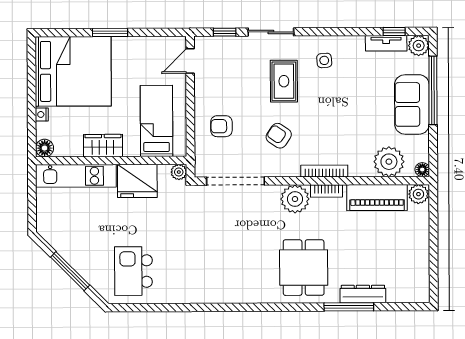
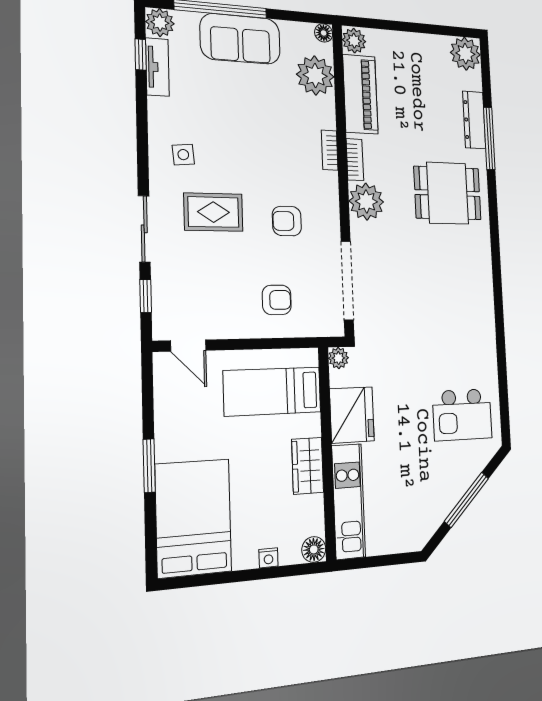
bed: (73, 71) -> (193, 518), width x0.73
armchair: (221, 126) -> (277, 300), turned -90
armchair: (279, 136) -> (287, 221), turned 56
bookcase: (324, 171) -> (330, 150), width x0.64
plant: (416, 289) -> (465, 54), added

